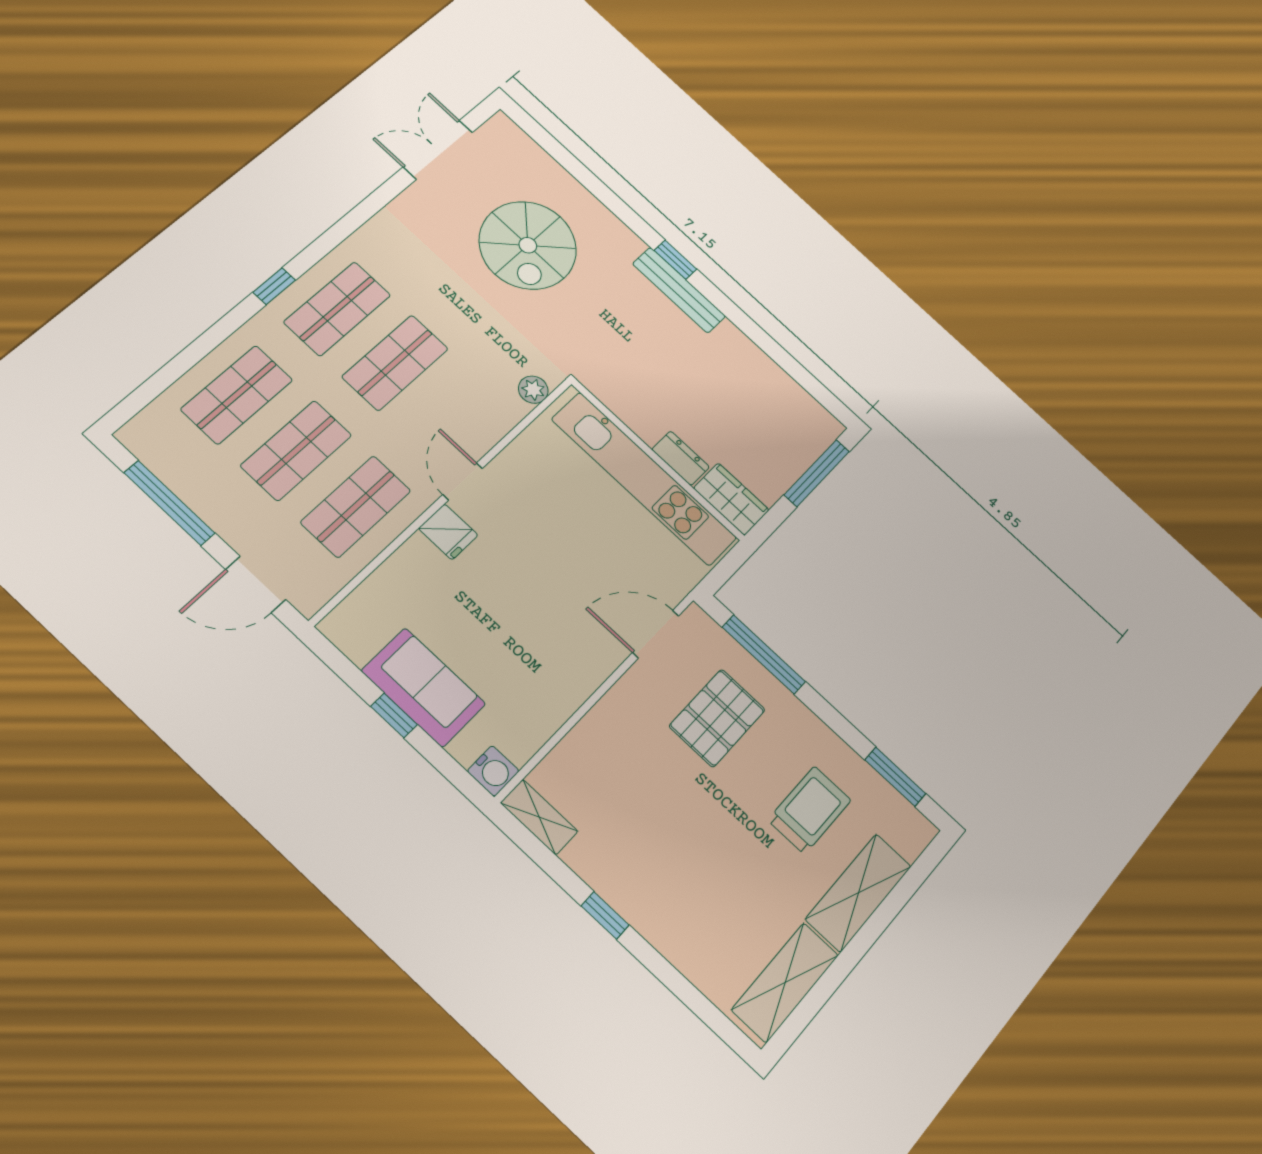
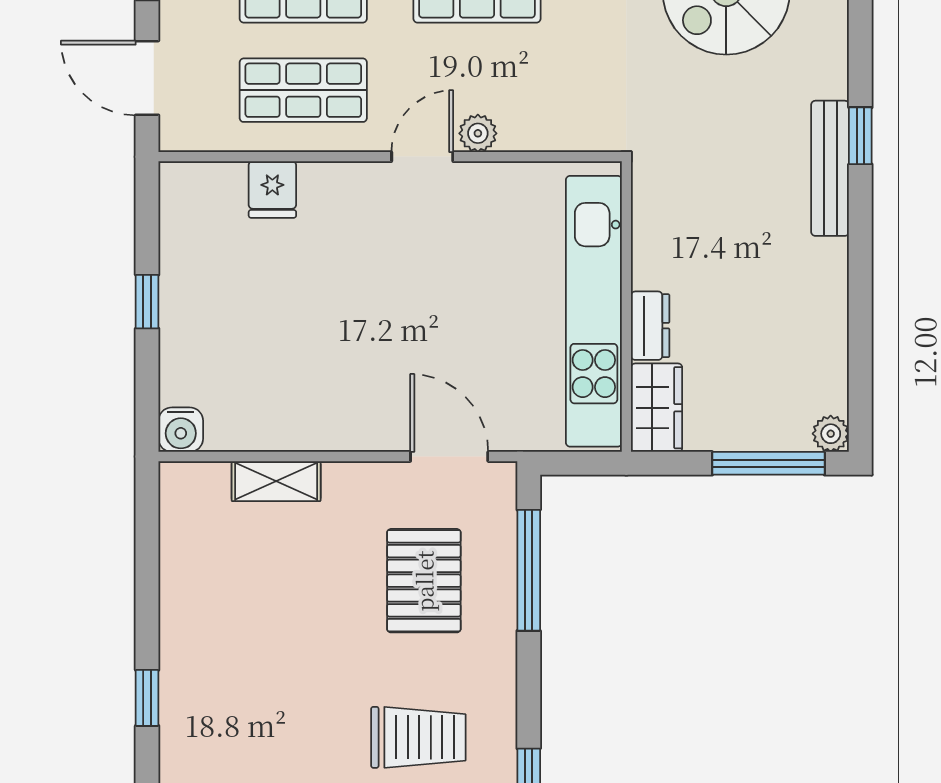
plant: (533, 390) -> (478, 133), moved
plant: (829, 427) -> (831, 434), added
fridge: (448, 532) -> (272, 190), moved
sofa: (424, 687) -> (197, 303), removed
pallet: (717, 718) -> (424, 581), turned 90
shelving: (539, 817) -> (276, 481), moved, turned 90
window: (605, 915) -> (147, 698), moved

